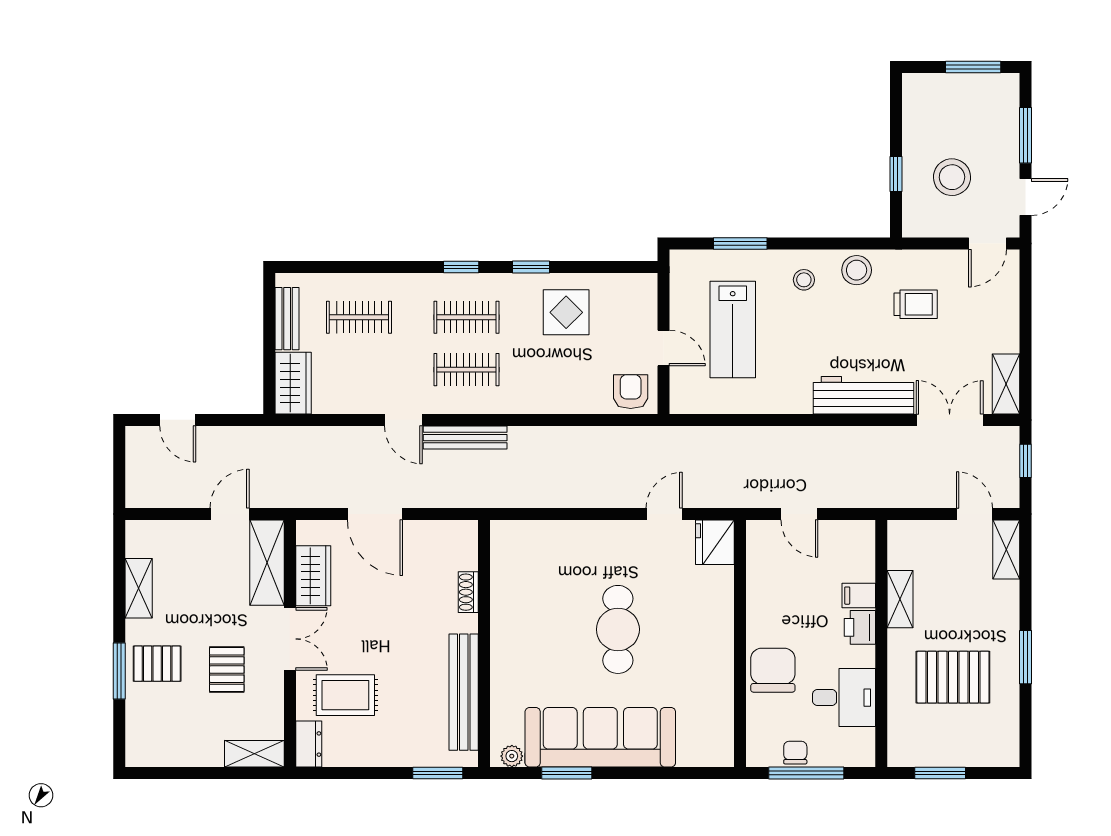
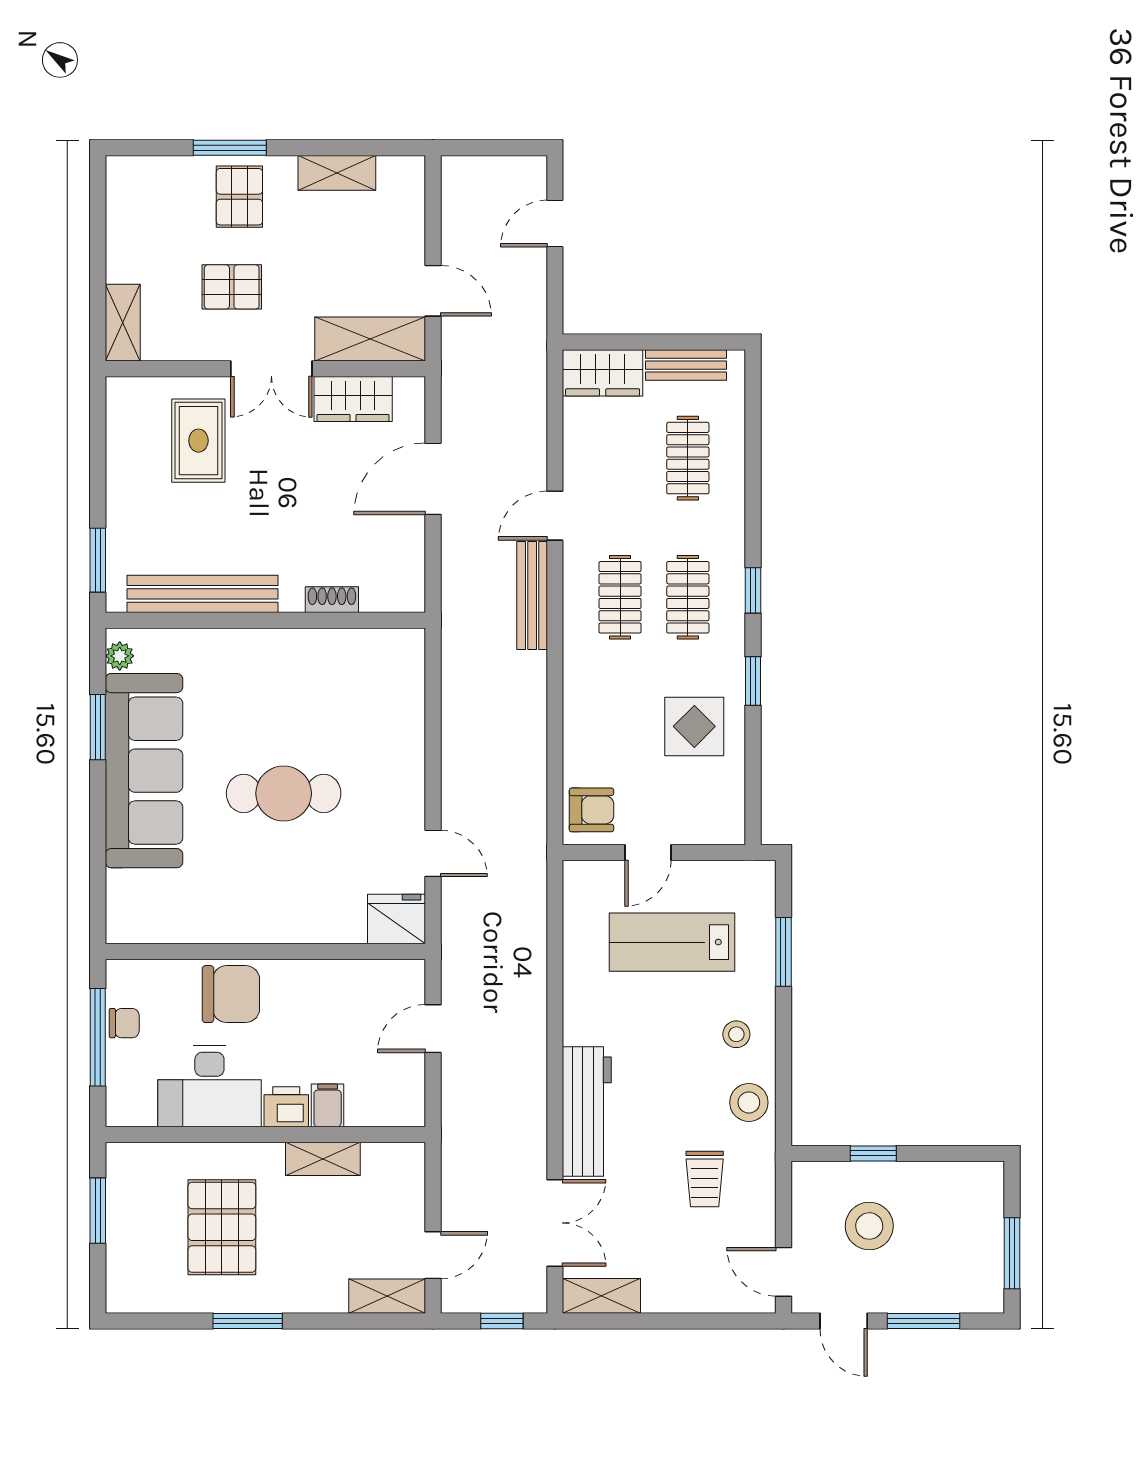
desk: (844, 698) -> (209, 1086), width x1.37
dresser: (309, 744) -> (135, 393), removed

